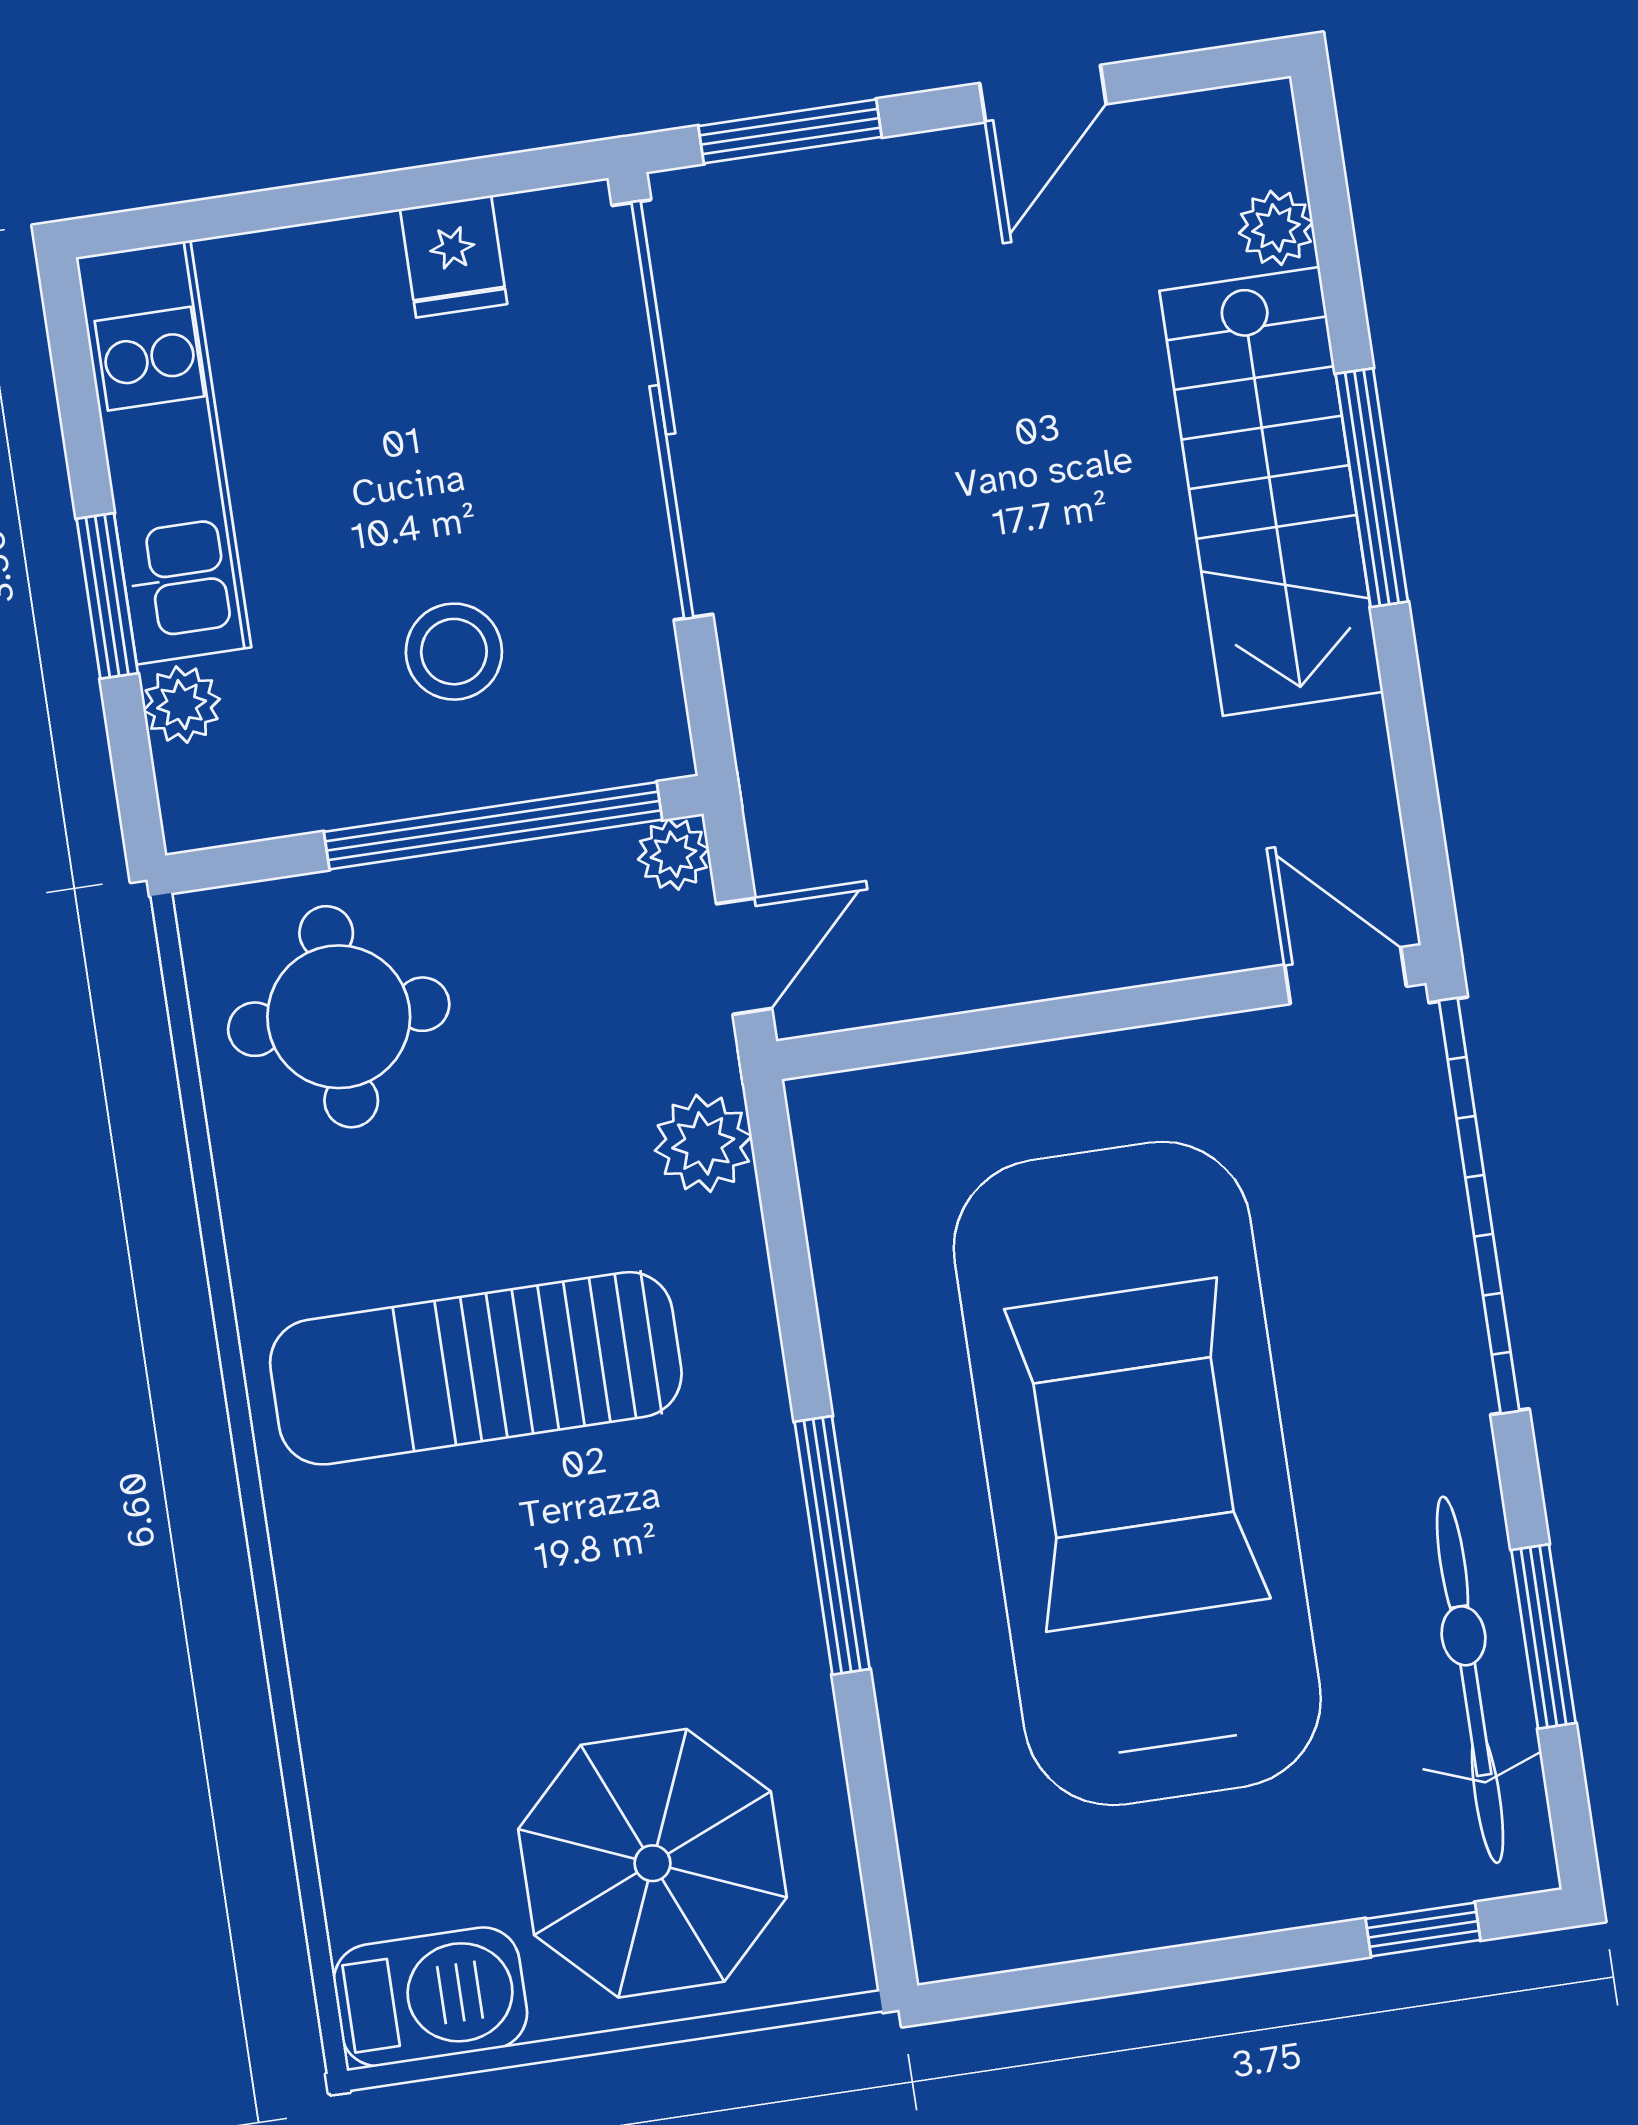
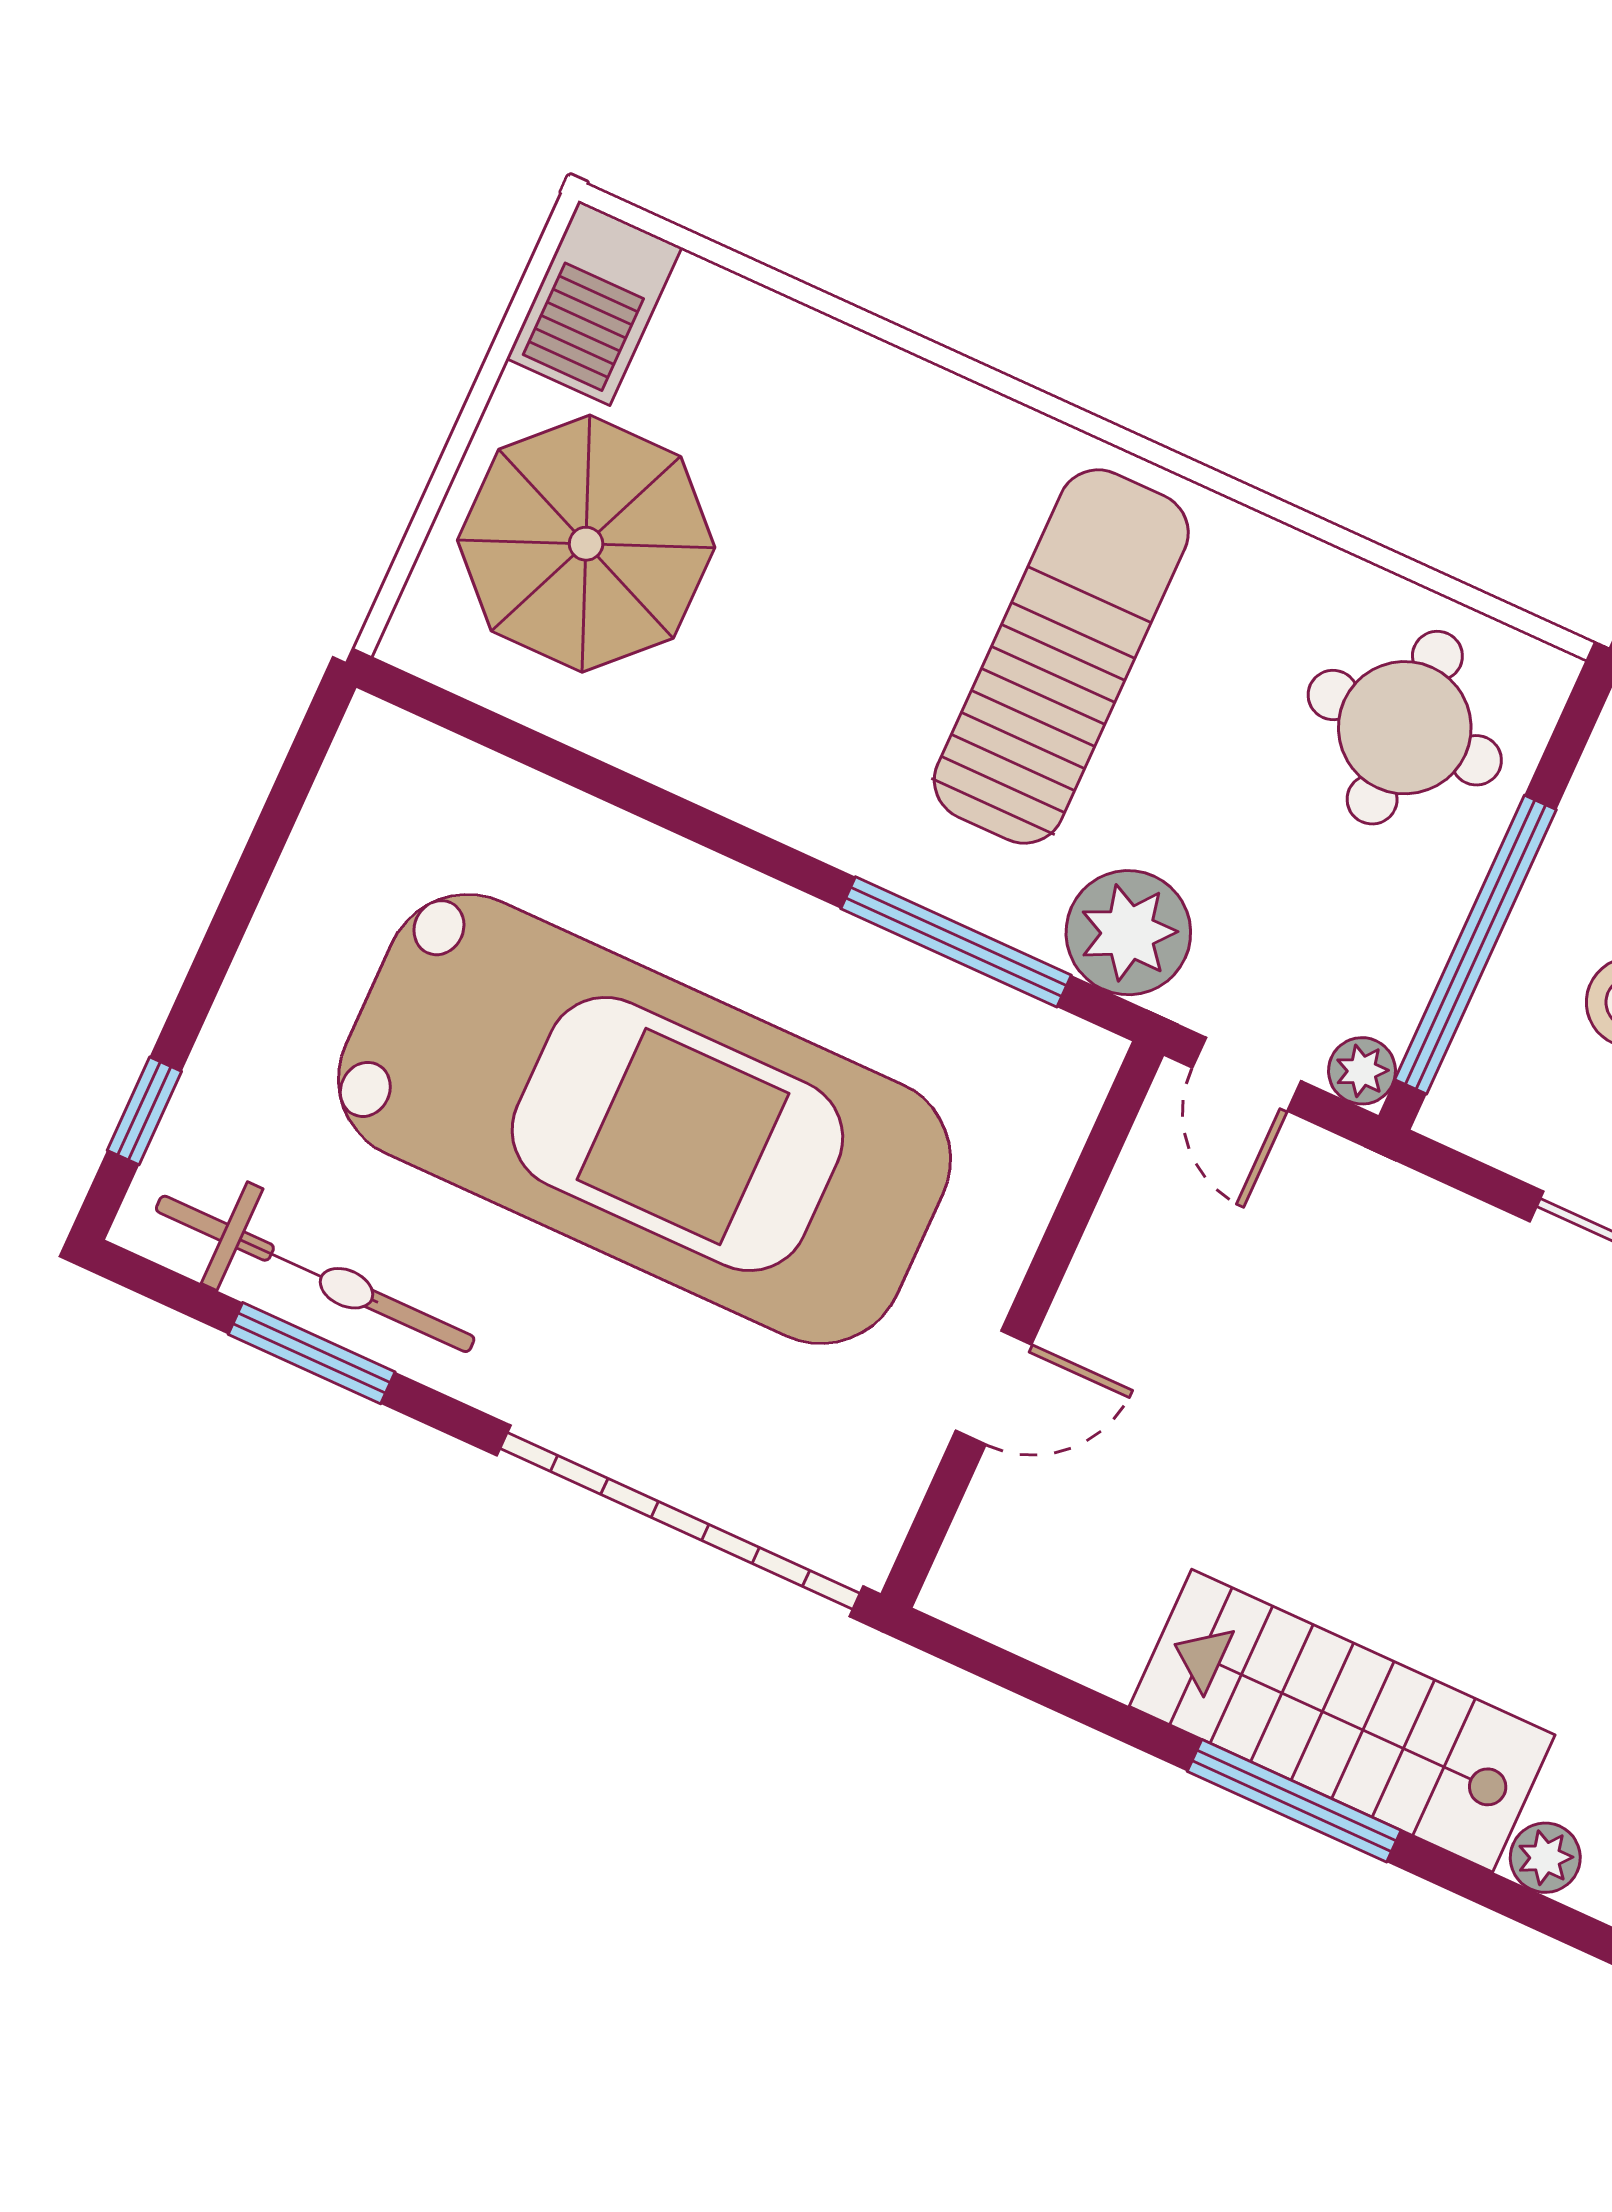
door: (1346, 976) -> (994, 1388), moved
plant: (703, 1143) -> (1128, 933), width x1.36, depth x1.36
window: (832, 1545) -> (956, 942), moved

